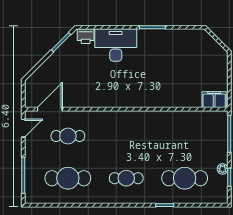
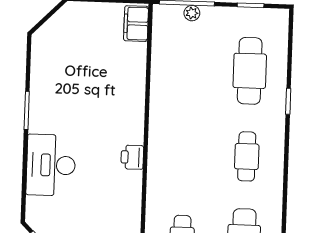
printer: (86, 36) -> (132, 157), moved, turned 180
plant: (223, 169) -> (192, 13), moved

